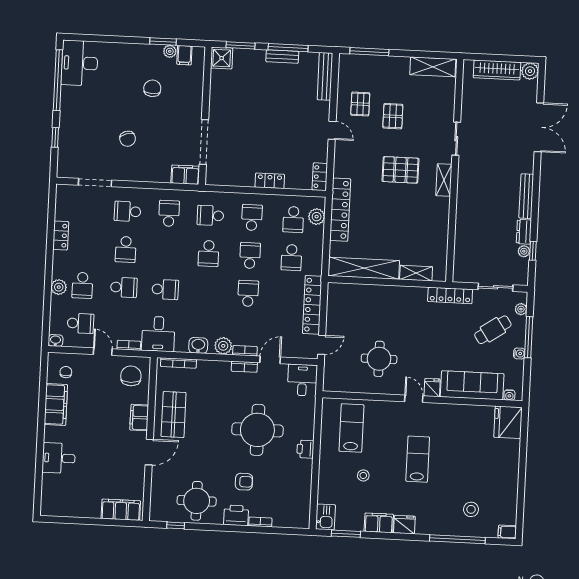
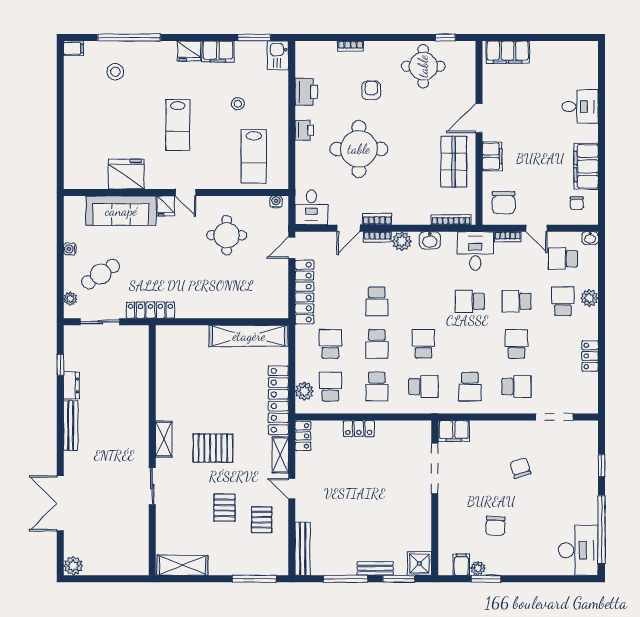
bench: (282, 57) -> (375, 569), moved
wardrobe: (497, 70) -> (110, 565), removed
plant: (524, 251) -> (70, 364), removed
shelving: (416, 273) -> (280, 455), moved, turned 90
window: (529, 337) -> (60, 268), removed
water cooler: (509, 395) -> (276, 202), moved
fridge: (508, 422) -> (126, 174), moved, turned -90
armchair: (244, 482) -> (371, 90), turned 90
printer: (236, 515) -> (306, 92), moved, turned -90

